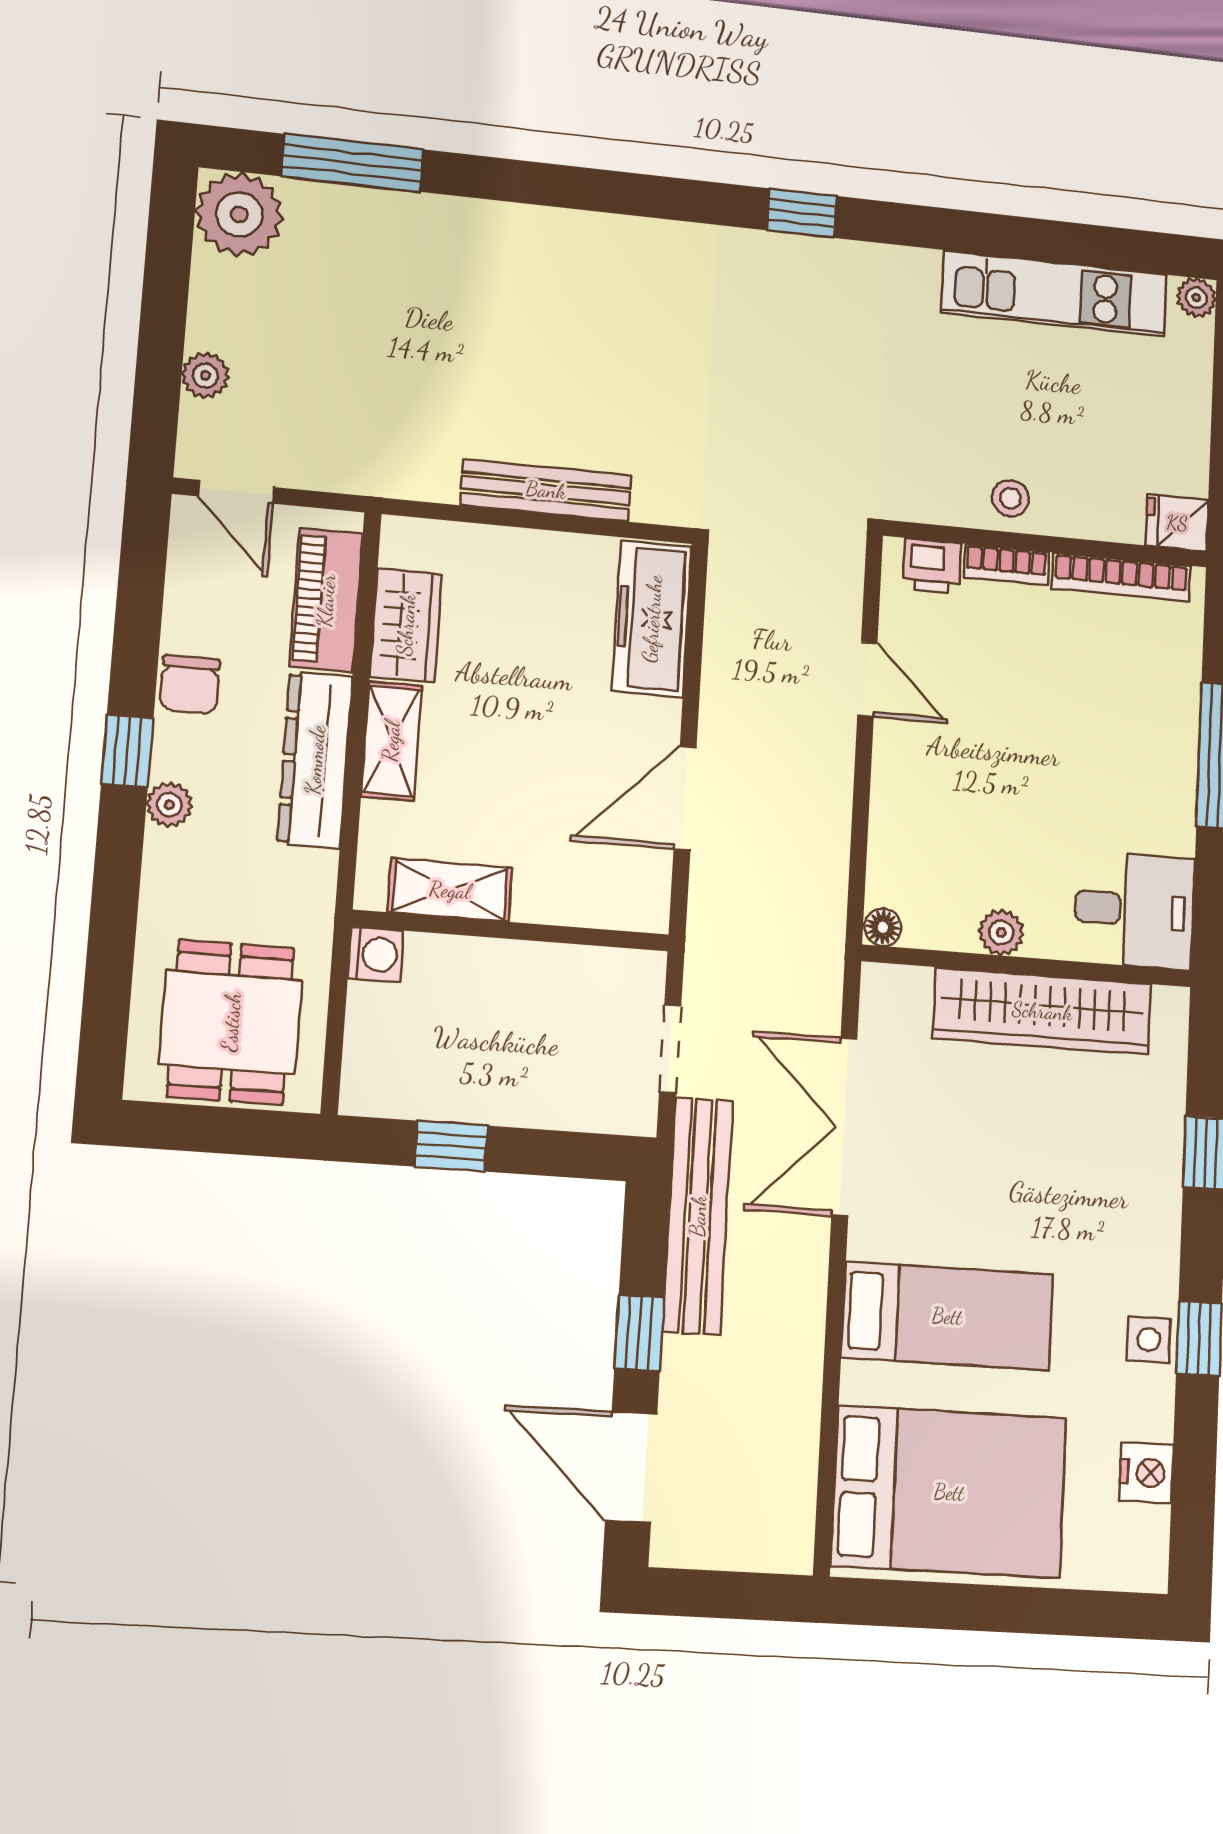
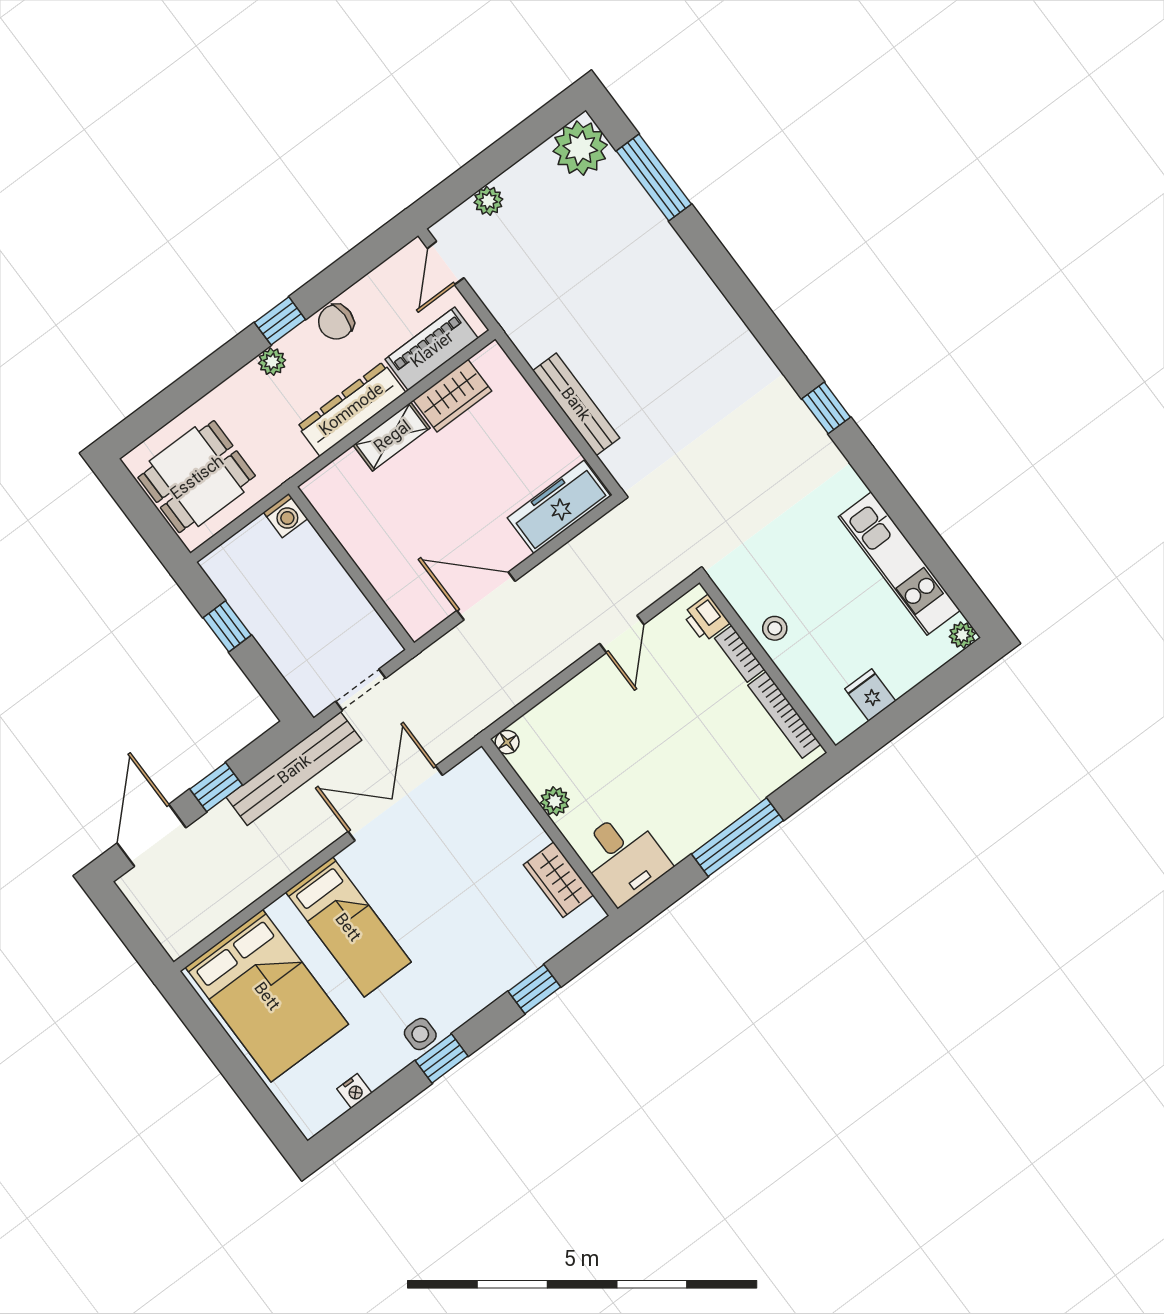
fridge: (1177, 523) -> (870, 695), moved
shelving: (450, 890) -> (345, 524), removed
wardrobe: (1042, 1011) -> (558, 880), width x0.48, depth x0.85
nightstand: (1146, 1473) -> (354, 1091), width x0.72, depth x0.74

